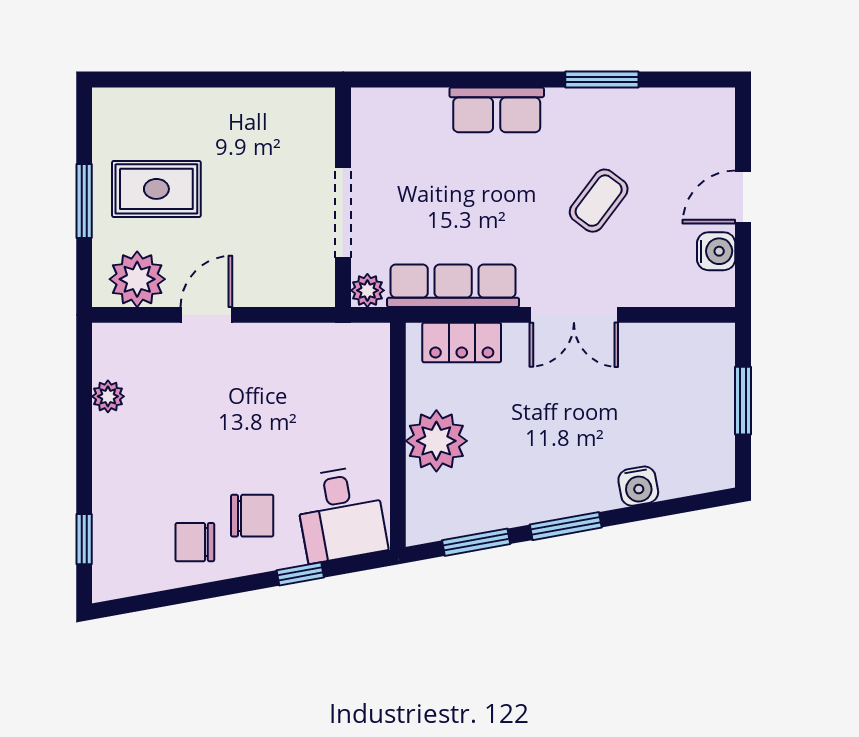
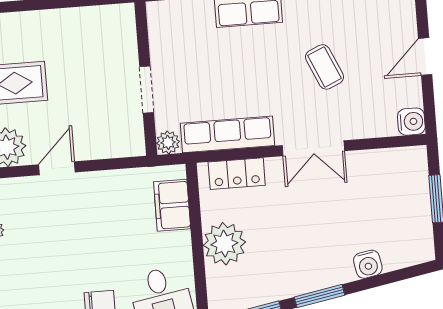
coffee table: (599, 201) -> (324, 67), turned -61
doorway: (343, 213) -> (147, 89), width x0.73
water cooler: (716, 251) -> (411, 122), moved
filing cabinet: (366, 380) -> (172, 205), added

